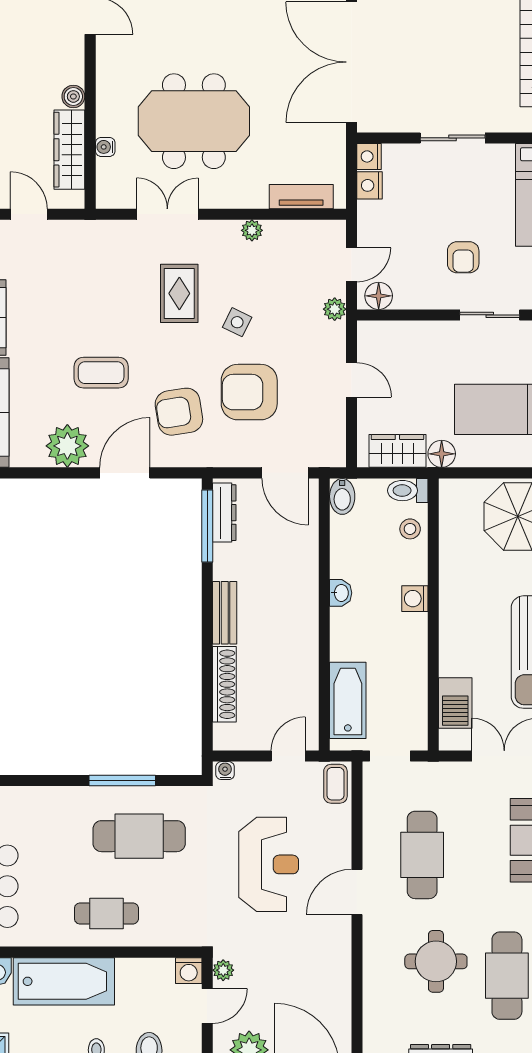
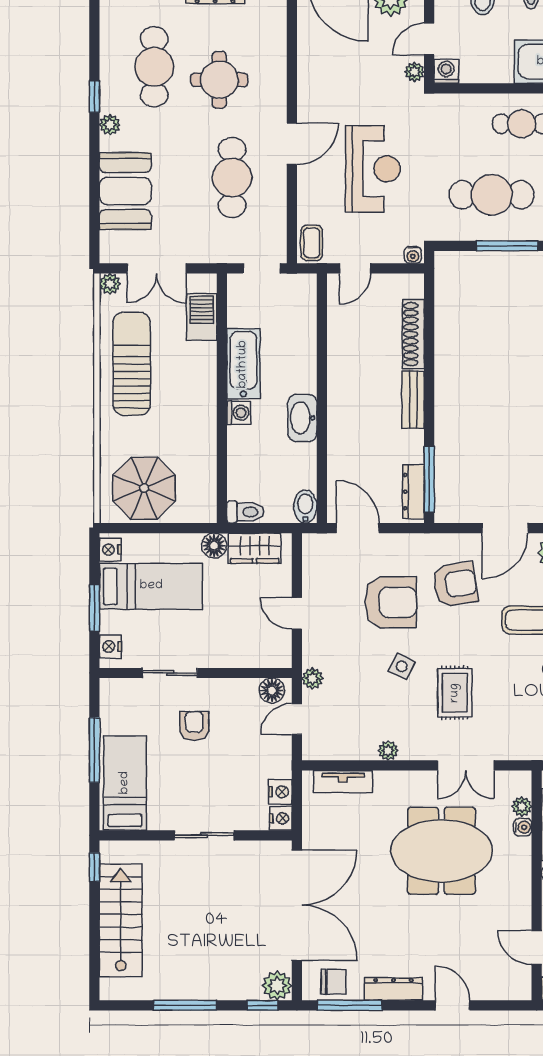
plant: (106, 169) -> (522, 807), added
stool: (410, 529) -> (243, 477), removed
washbasin: (341, 593) -> (302, 418), width x1.91, depth x1.45
bathtub: (348, 700) -> (243, 364), moved, turned 180
reception desk: (269, 864) -> (373, 169), turned 180

